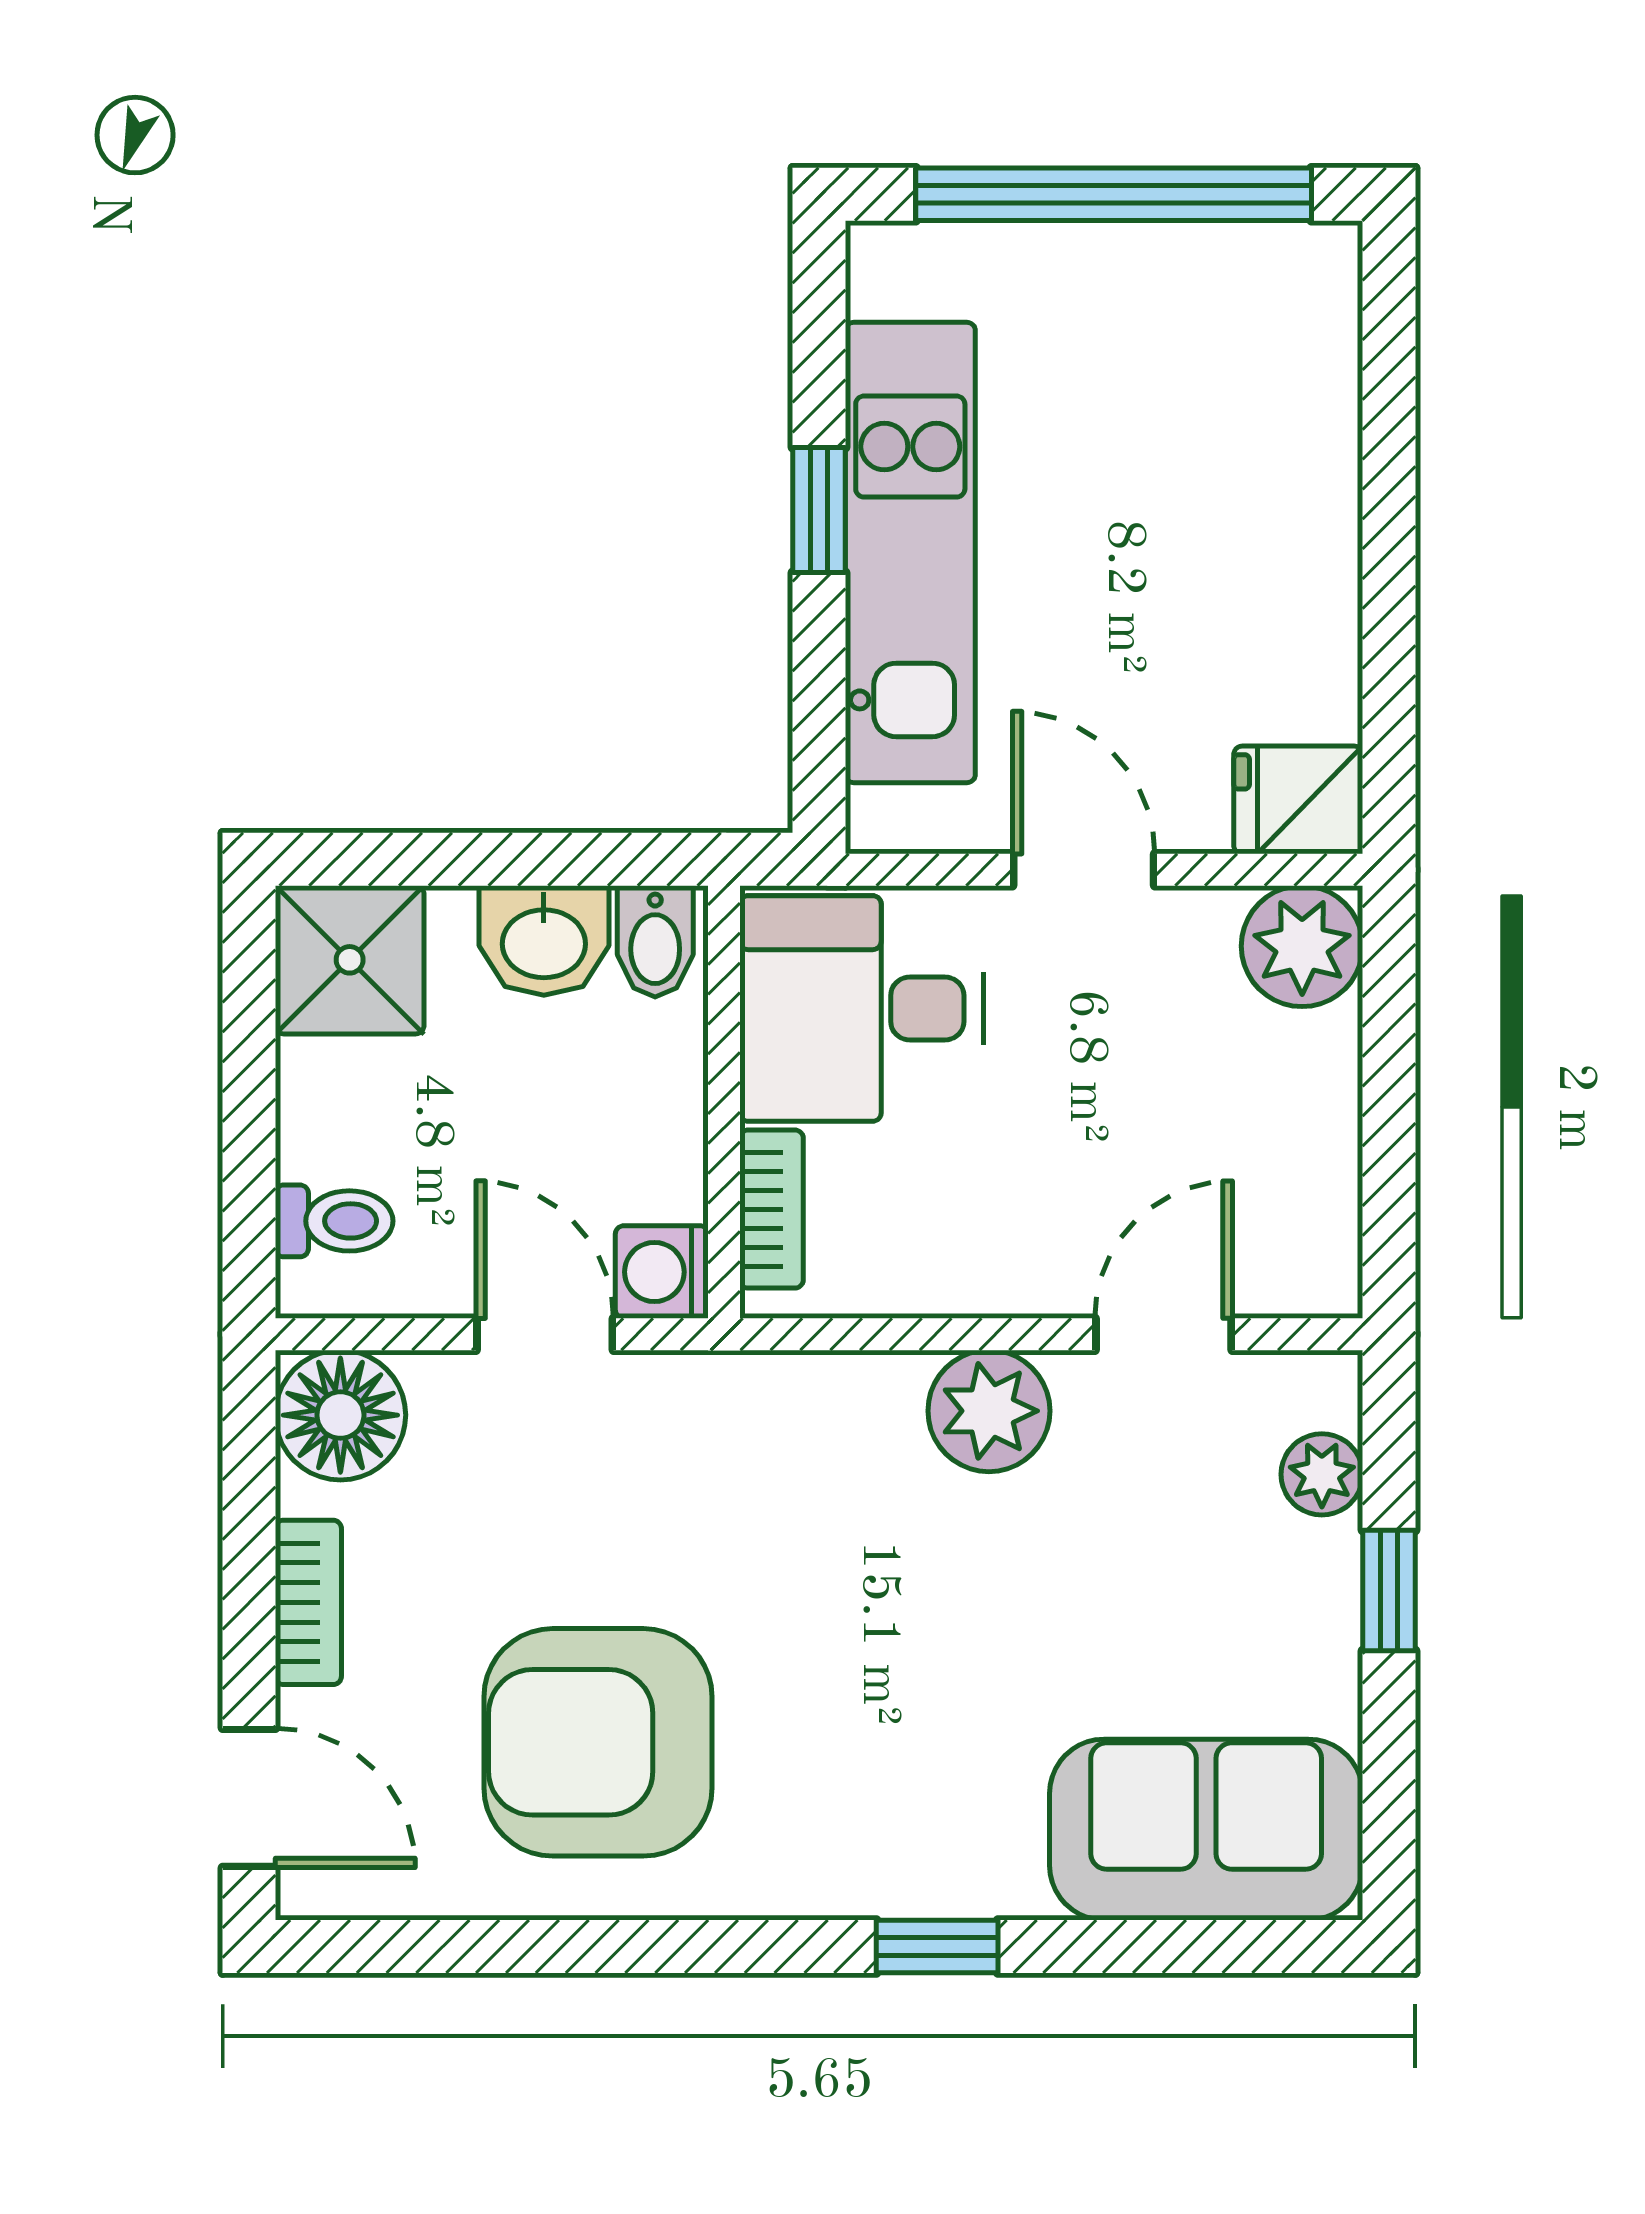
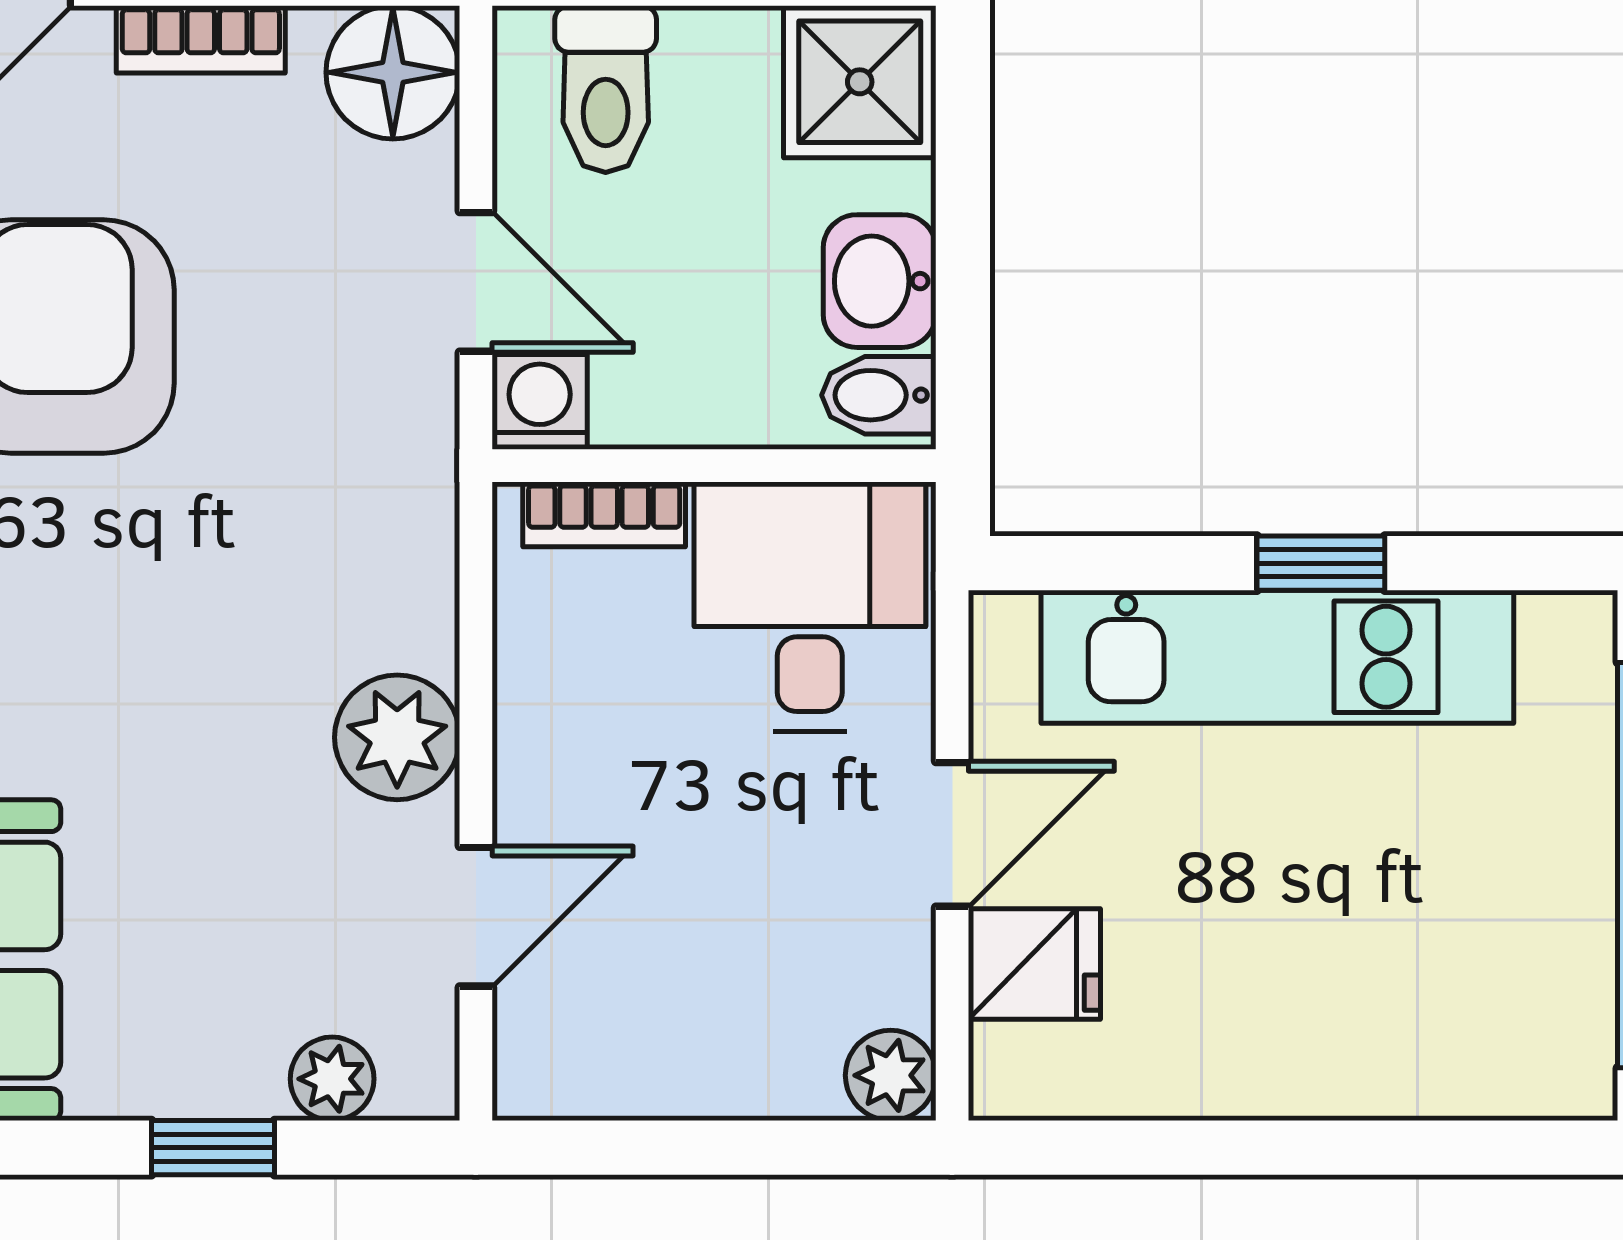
fridge: (1298, 800) -> (1034, 964), moved, turned 90
plant: (1302, 946) -> (891, 1075), width x0.73, depth x0.73
toilet: (334, 1221) -> (606, 89), width x1.37, depth x1.39
door: (545, 1334) -> (476, 282), hinge flipped
door: (1164, 1334) -> (476, 917), hinge flipped

